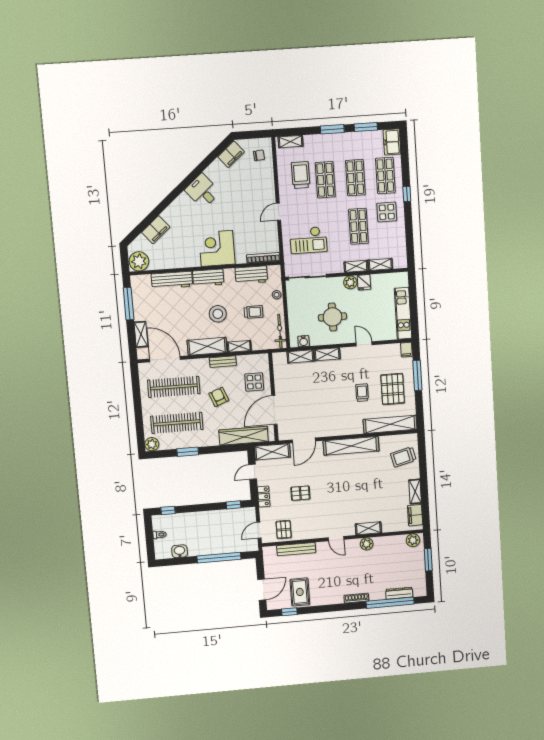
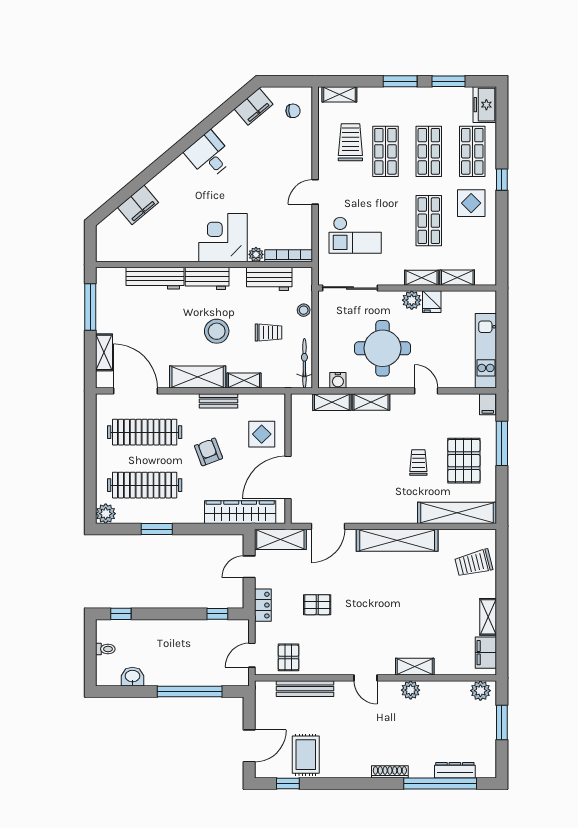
plant: (139, 261) -> (256, 254), moved, width x0.53, depth x0.53
round table: (333, 317) -> (382, 348), width x1.36, depth x1.36

